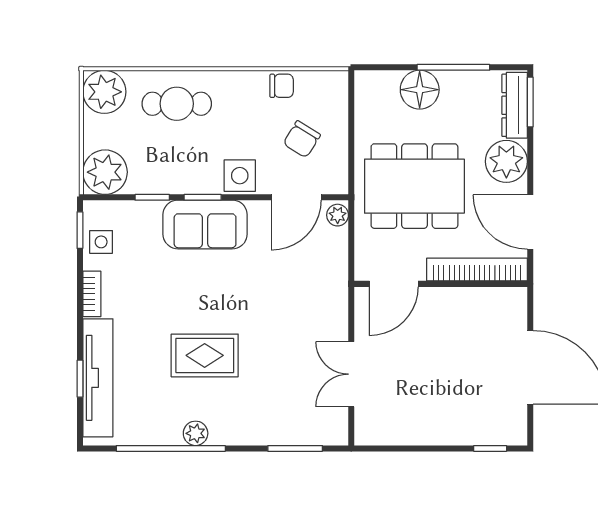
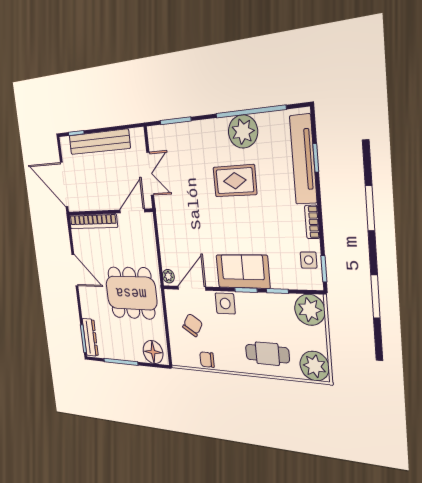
floor lamp: (420, 90) -> (153, 352), moved
plant: (506, 161) -> (90, 306), removed
bookcase: (477, 270) -> (93, 221), moved
door: (394, 284) -> (132, 211), moved
wall: (441, 284) -> (109, 212), moved
bench: (444, 430) -> (99, 142), added
plant: (196, 433) -> (243, 132), width x1.87, depth x1.87

